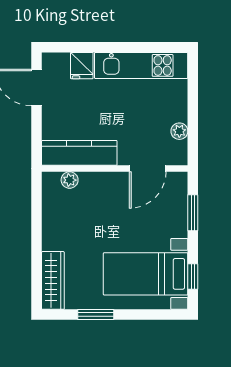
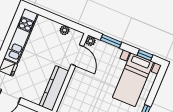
plant: (70, 180) -> (91, 41), moved

